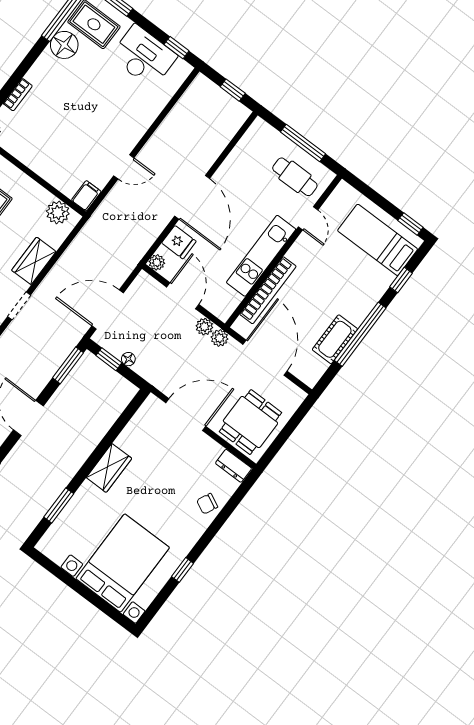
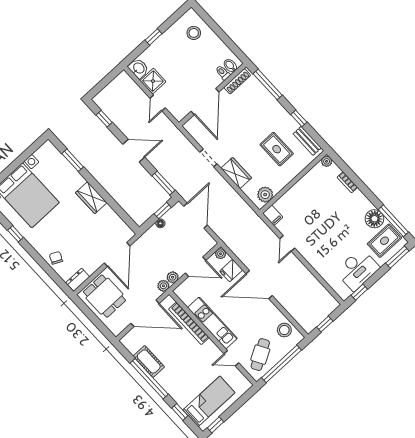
window: (303, 143) -> (282, 364), width x1.46
stool: (252, 148) -> (284, 330), added
cafe table: (295, 177) -> (260, 355), turned -30

